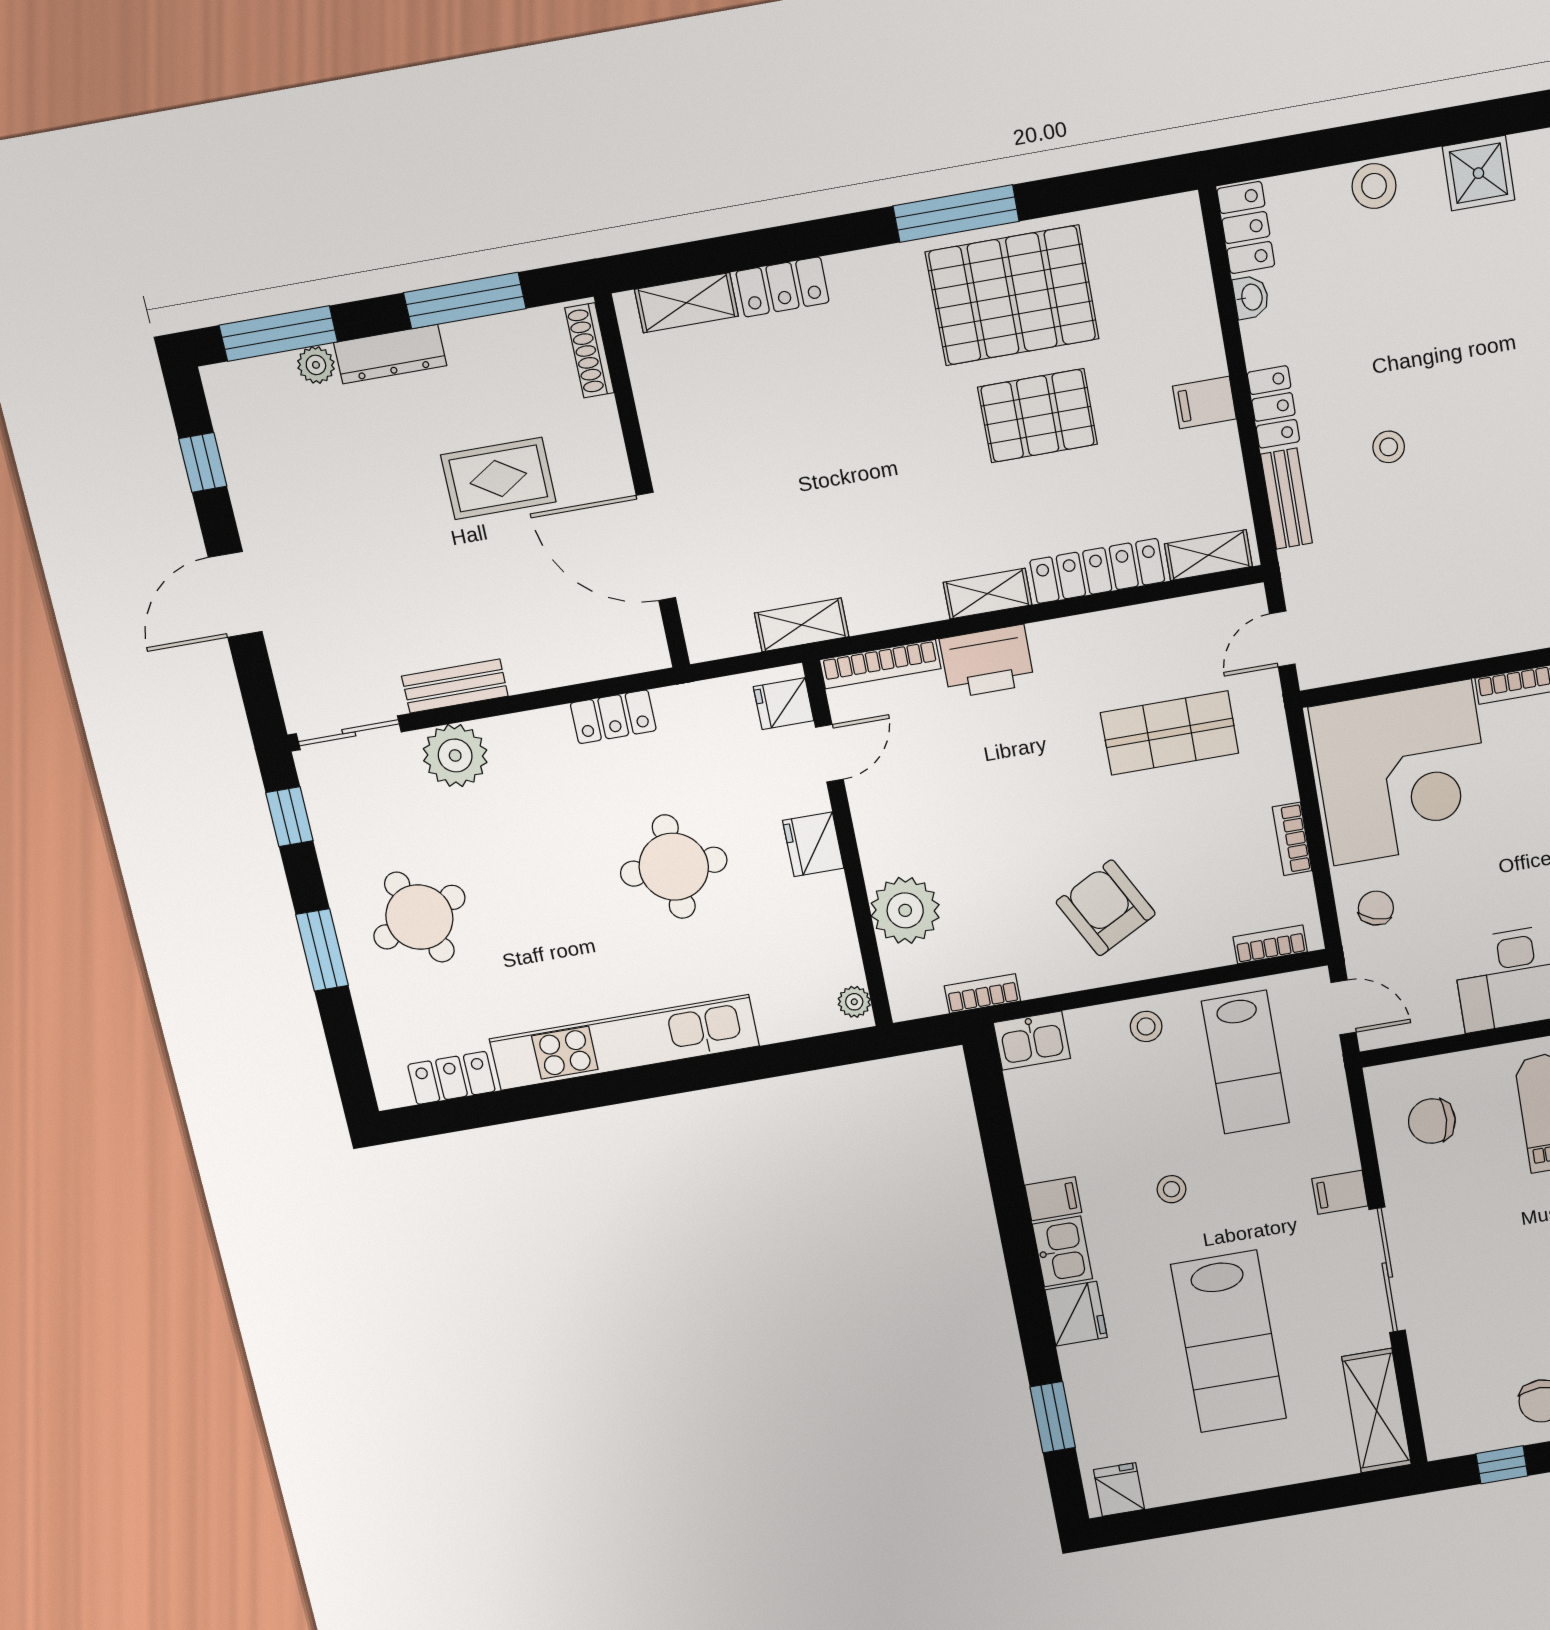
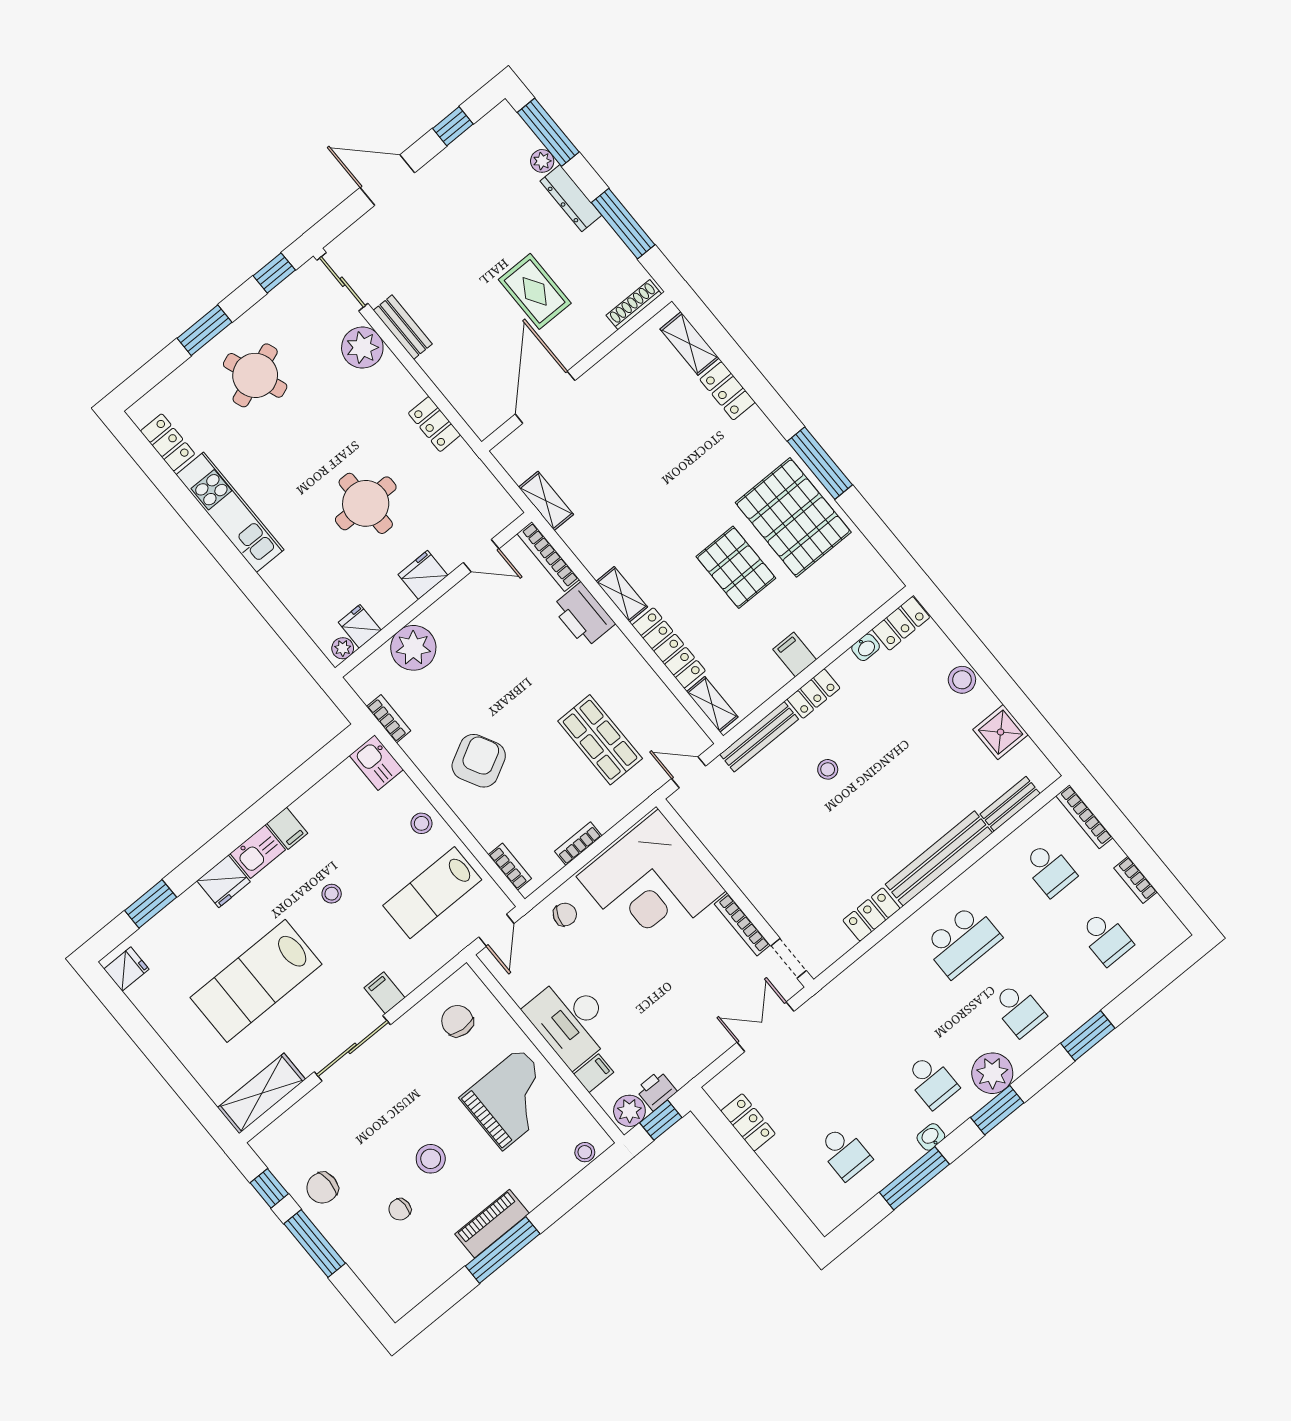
bench: (1287, 499) -> (759, 737), width x1.36
fridge: (784, 704) -> (360, 626), moved
kitchen unit: (624, 1042) -> (230, 512), width x0.73

